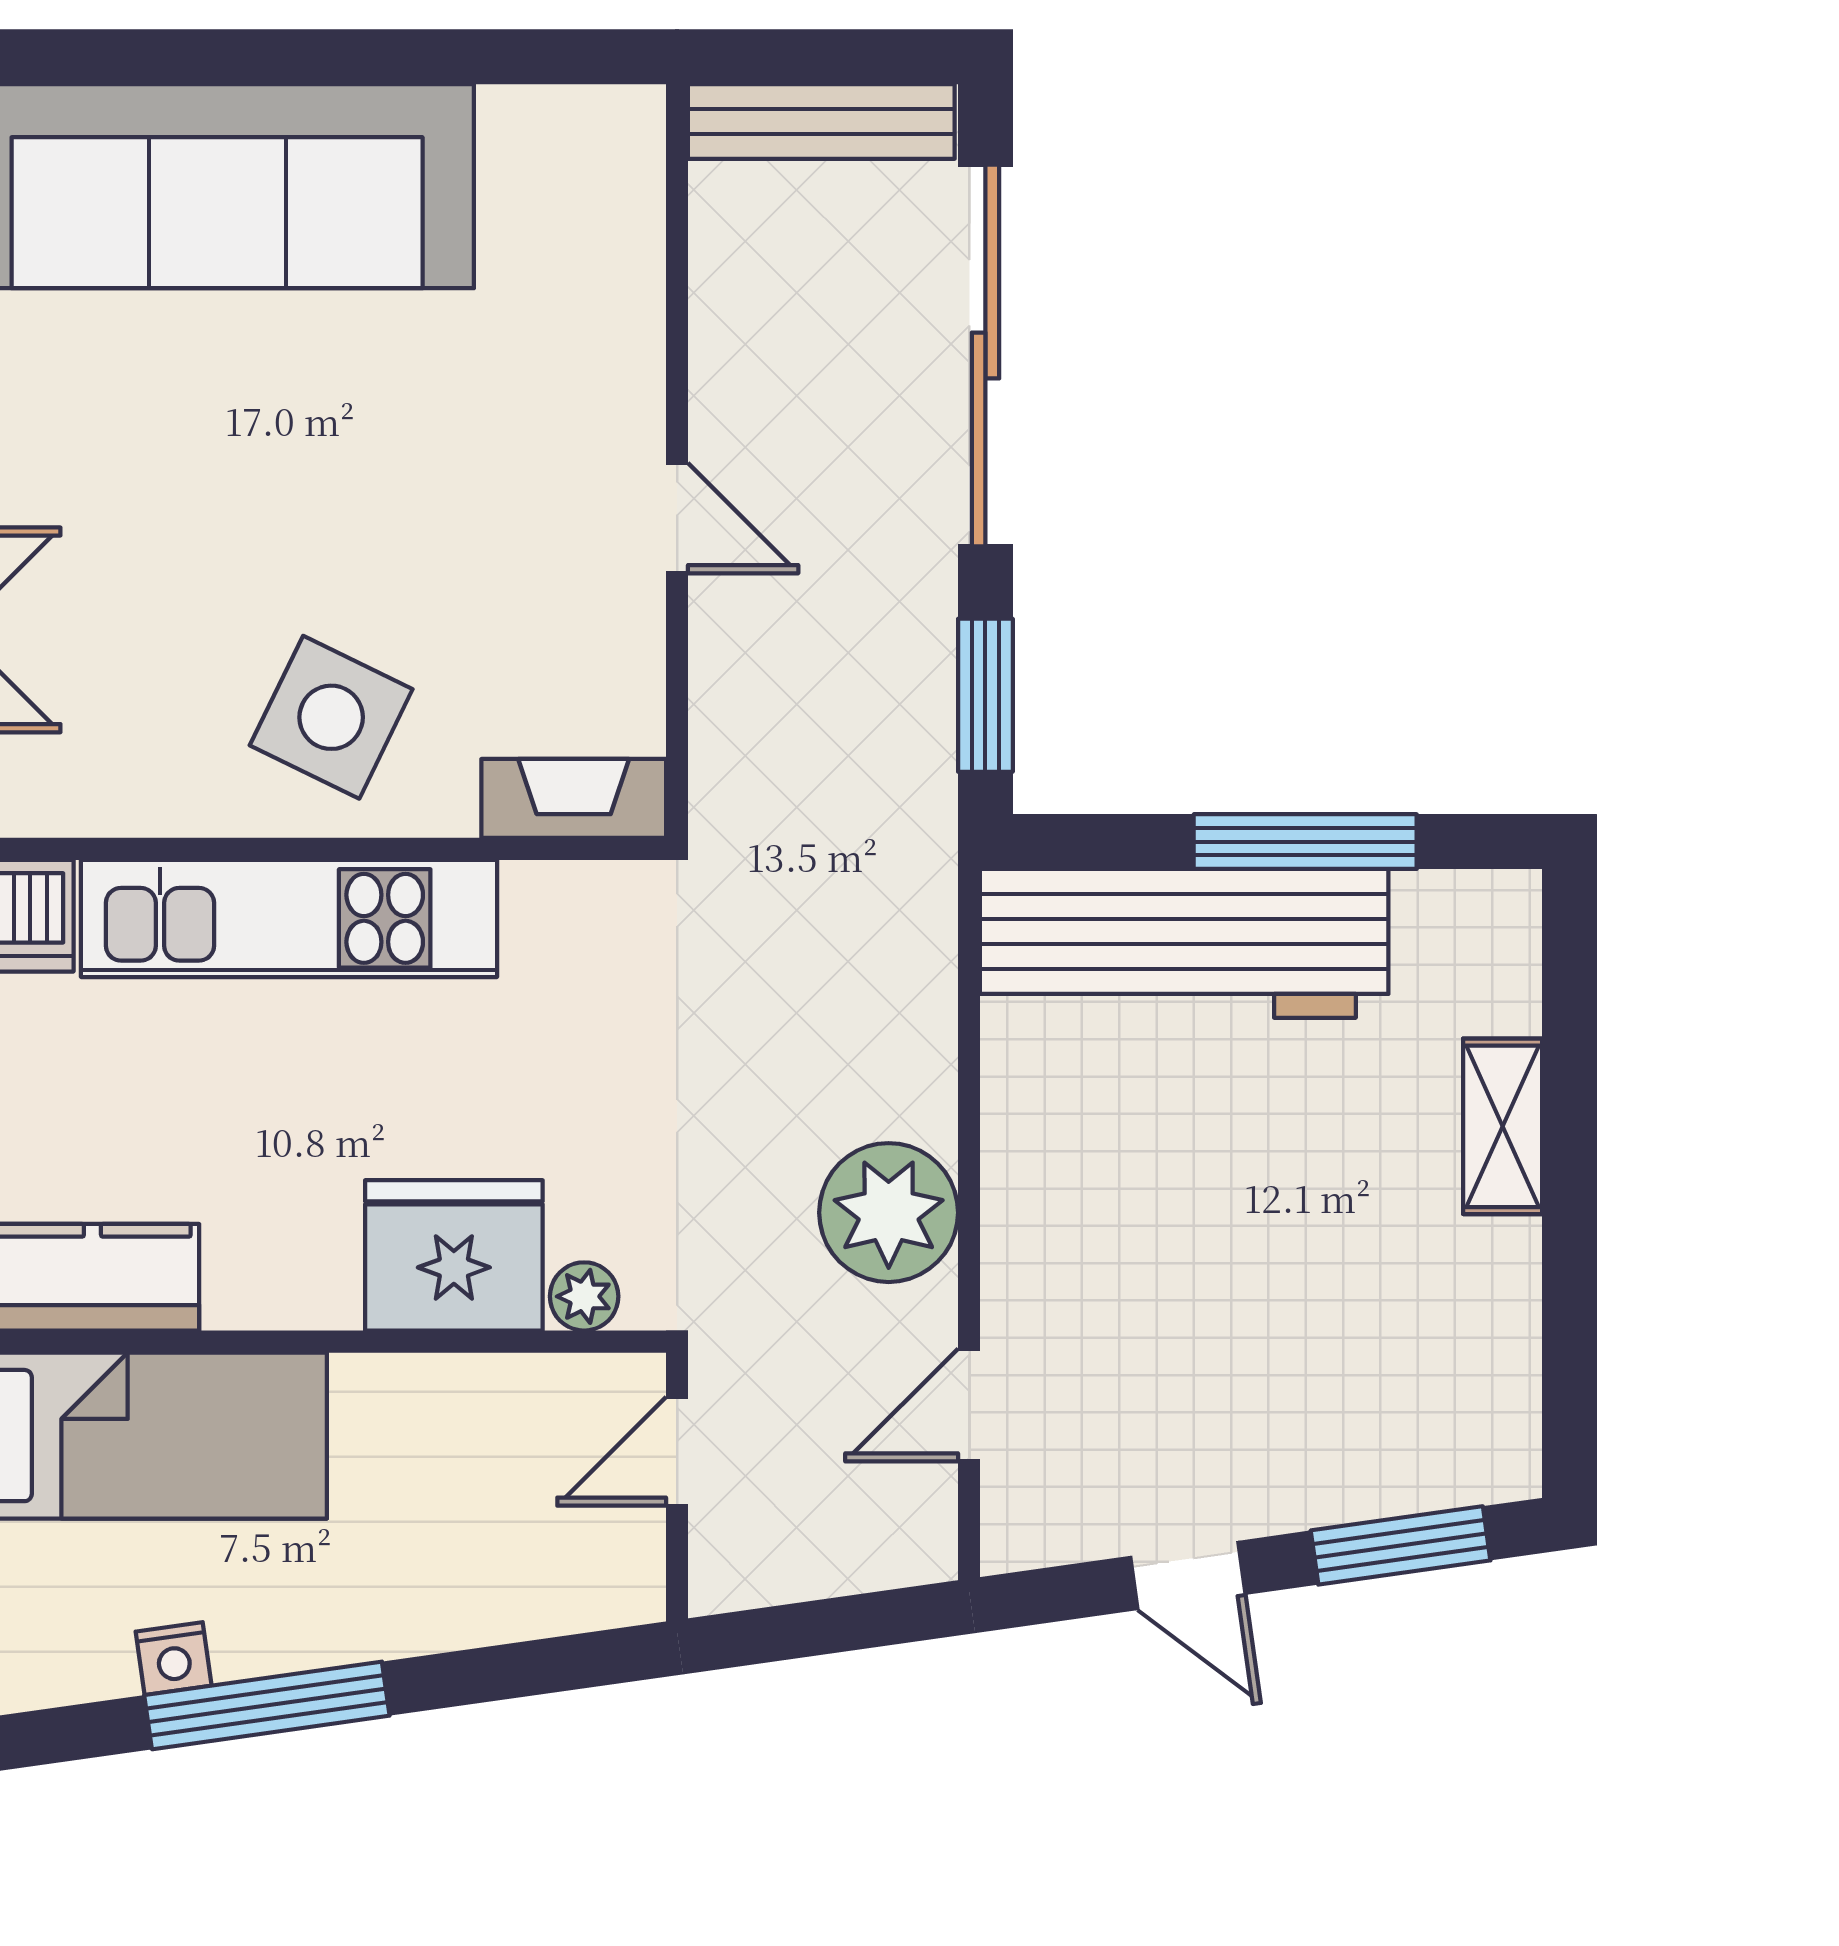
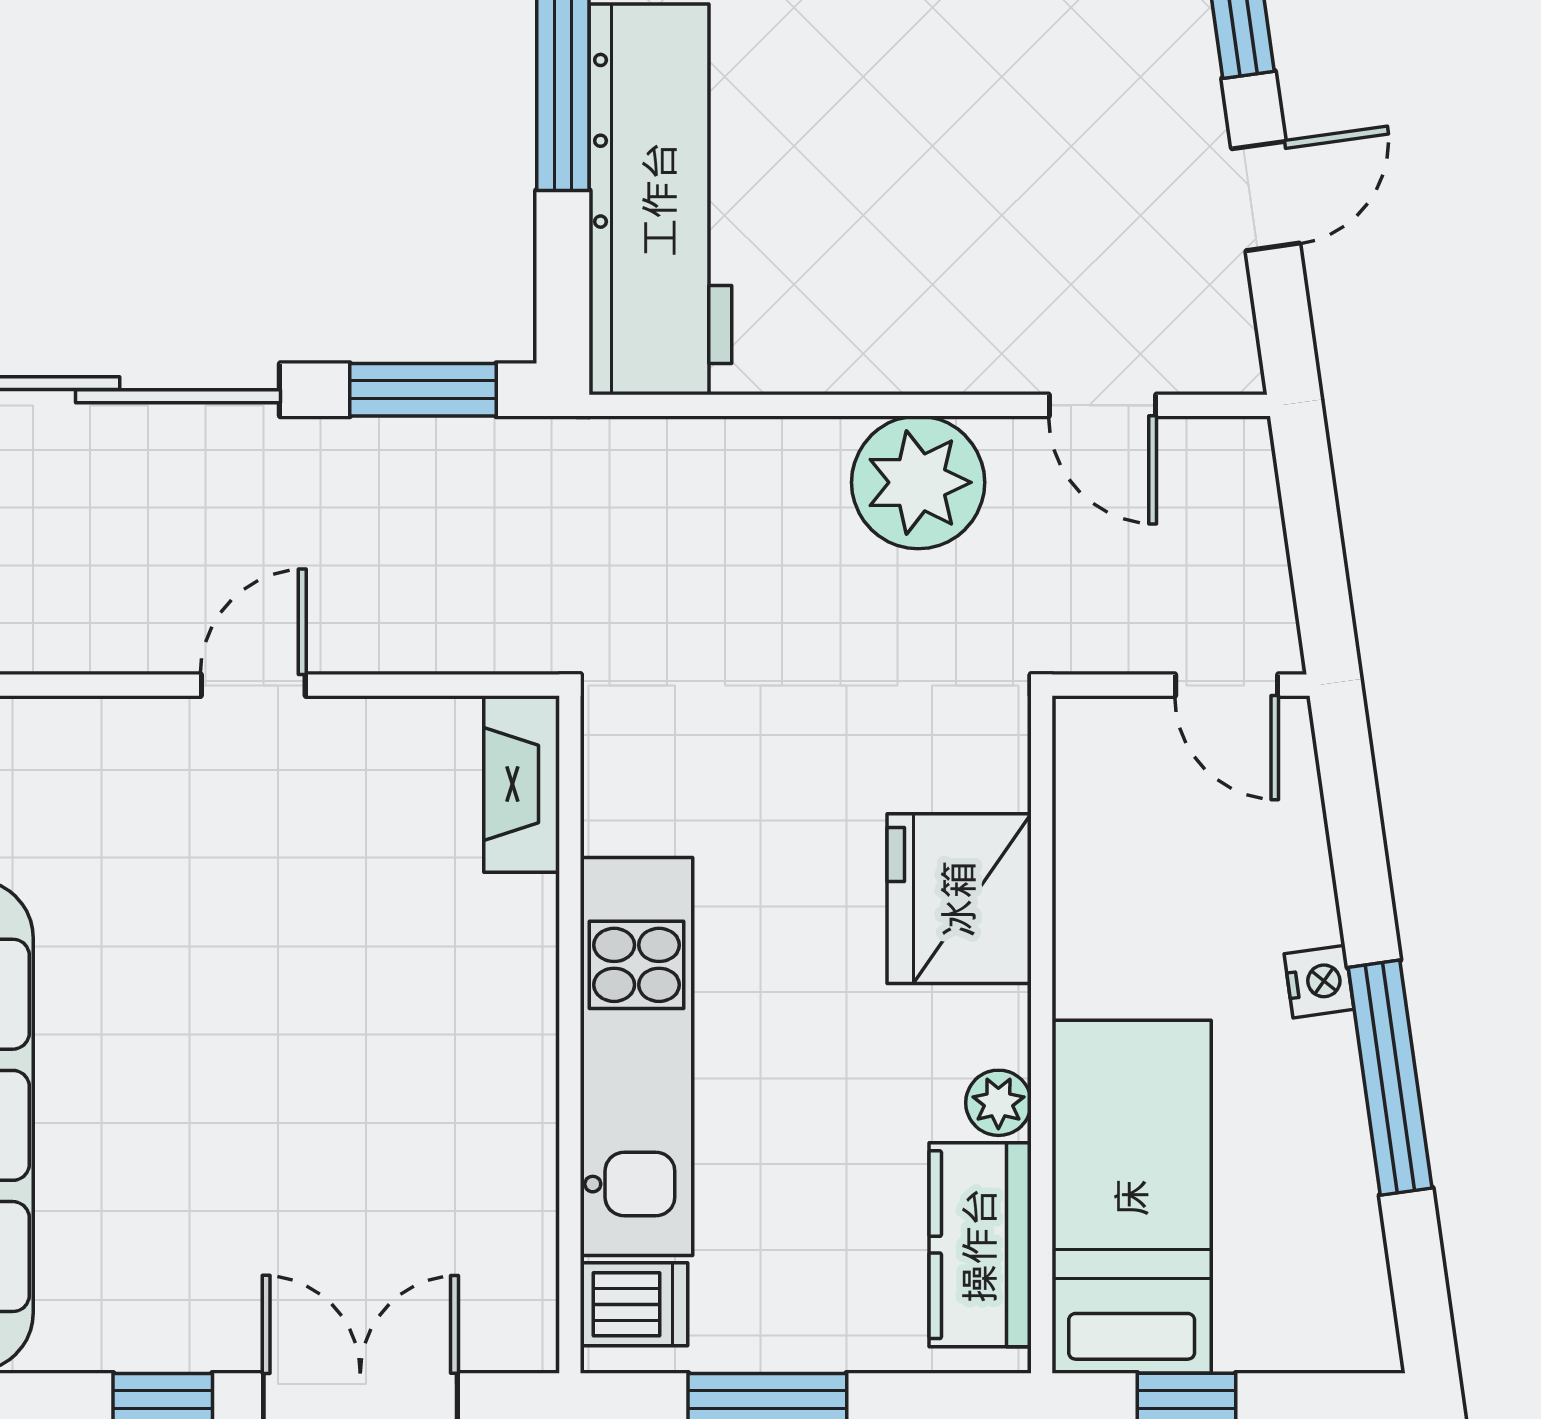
side table: (331, 717) -> (444, 1016), removed
plant: (584, 1296) -> (998, 1103), moved
door: (677, 1451) -> (1227, 685), moved
nightstand: (174, 1659) -> (1319, 982), moved

